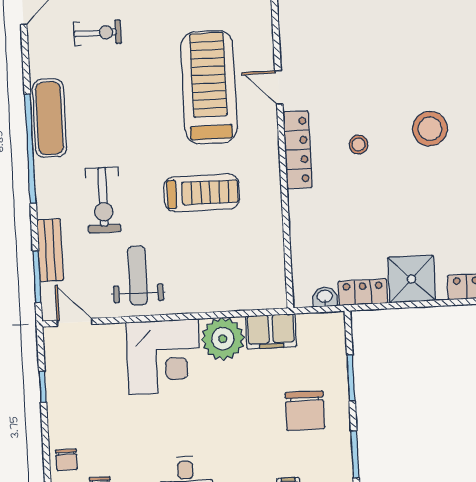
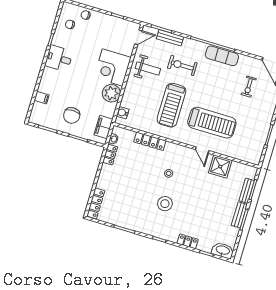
door: (279, 87) -> (202, 150), swing flipped
locker: (298, 150) -> (150, 141), moved
treadmill: (202, 193) -> (171, 105), width x1.37, depth x1.38
shower: (412, 279) -> (220, 167), moved
water cooler: (258, 297) -> (123, 113), added
filing cabinet: (271, 331) -> (103, 127), moved
chair: (305, 411) -> (72, 115), turned -90

